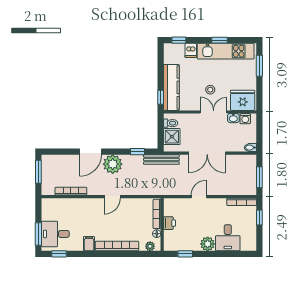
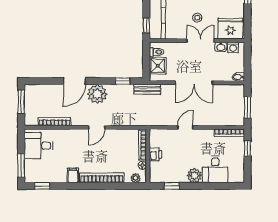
bench: (161, 160) -> (147, 89), width x0.73
desk: (55, 234) -> (38, 146), moved

